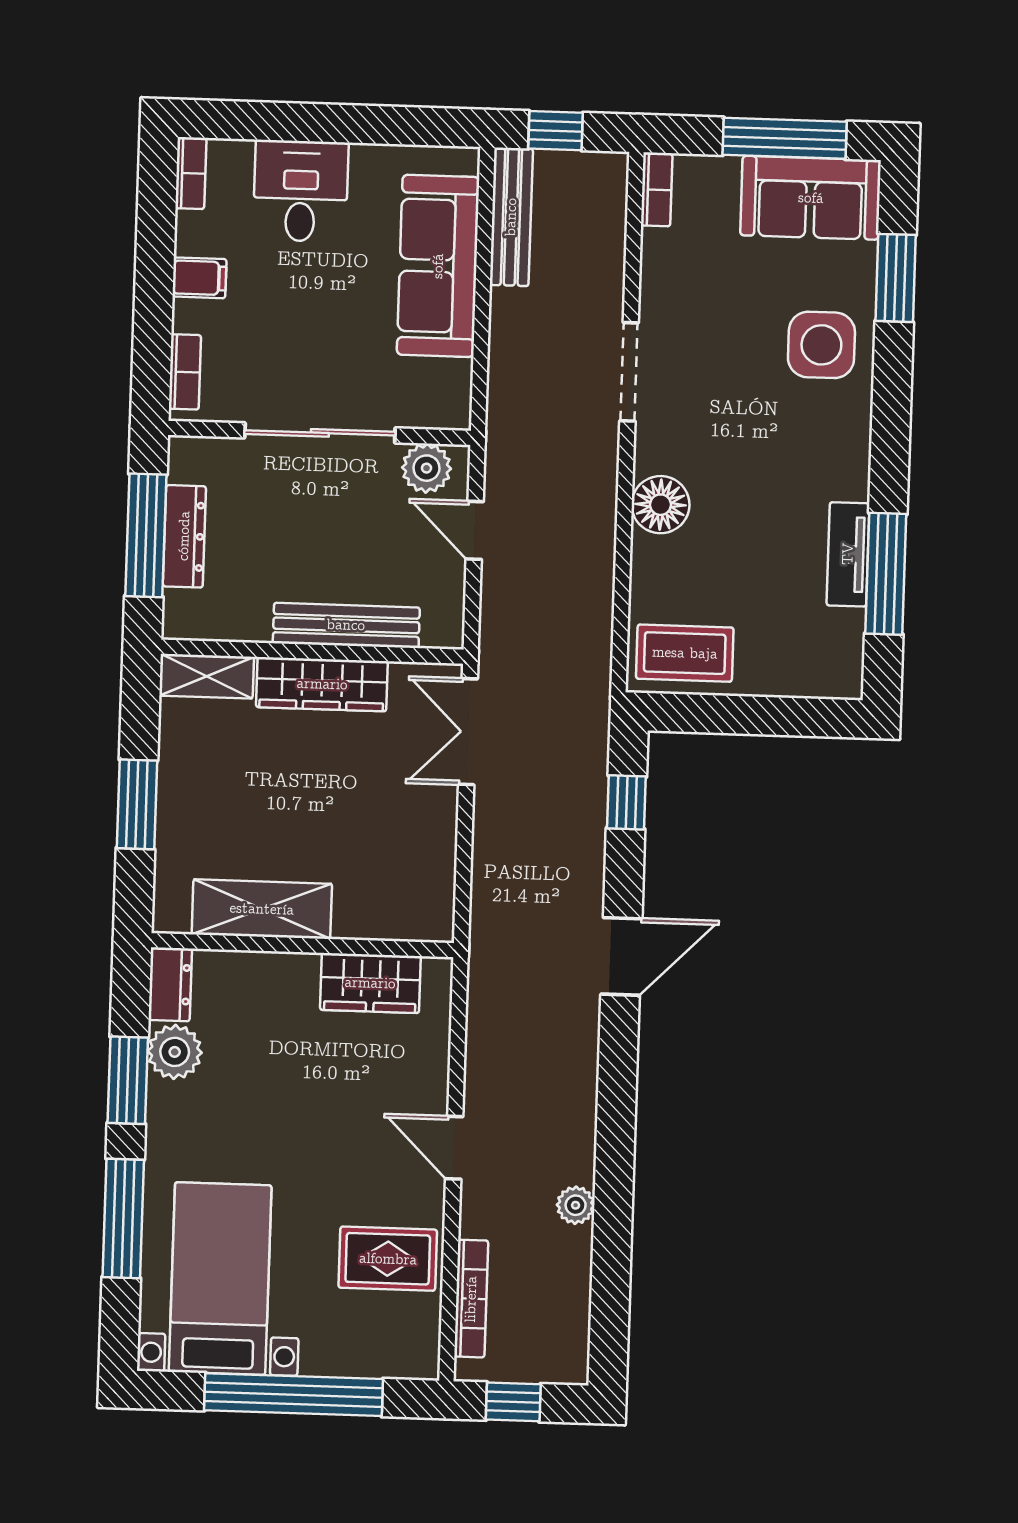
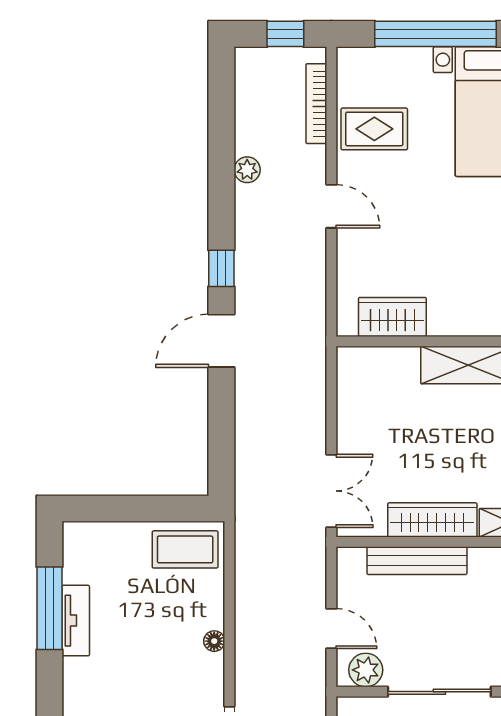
floor lamp: (660, 505) -> (214, 641), width x0.53, depth x0.53
window: (626, 802) -> (221, 268), moved

